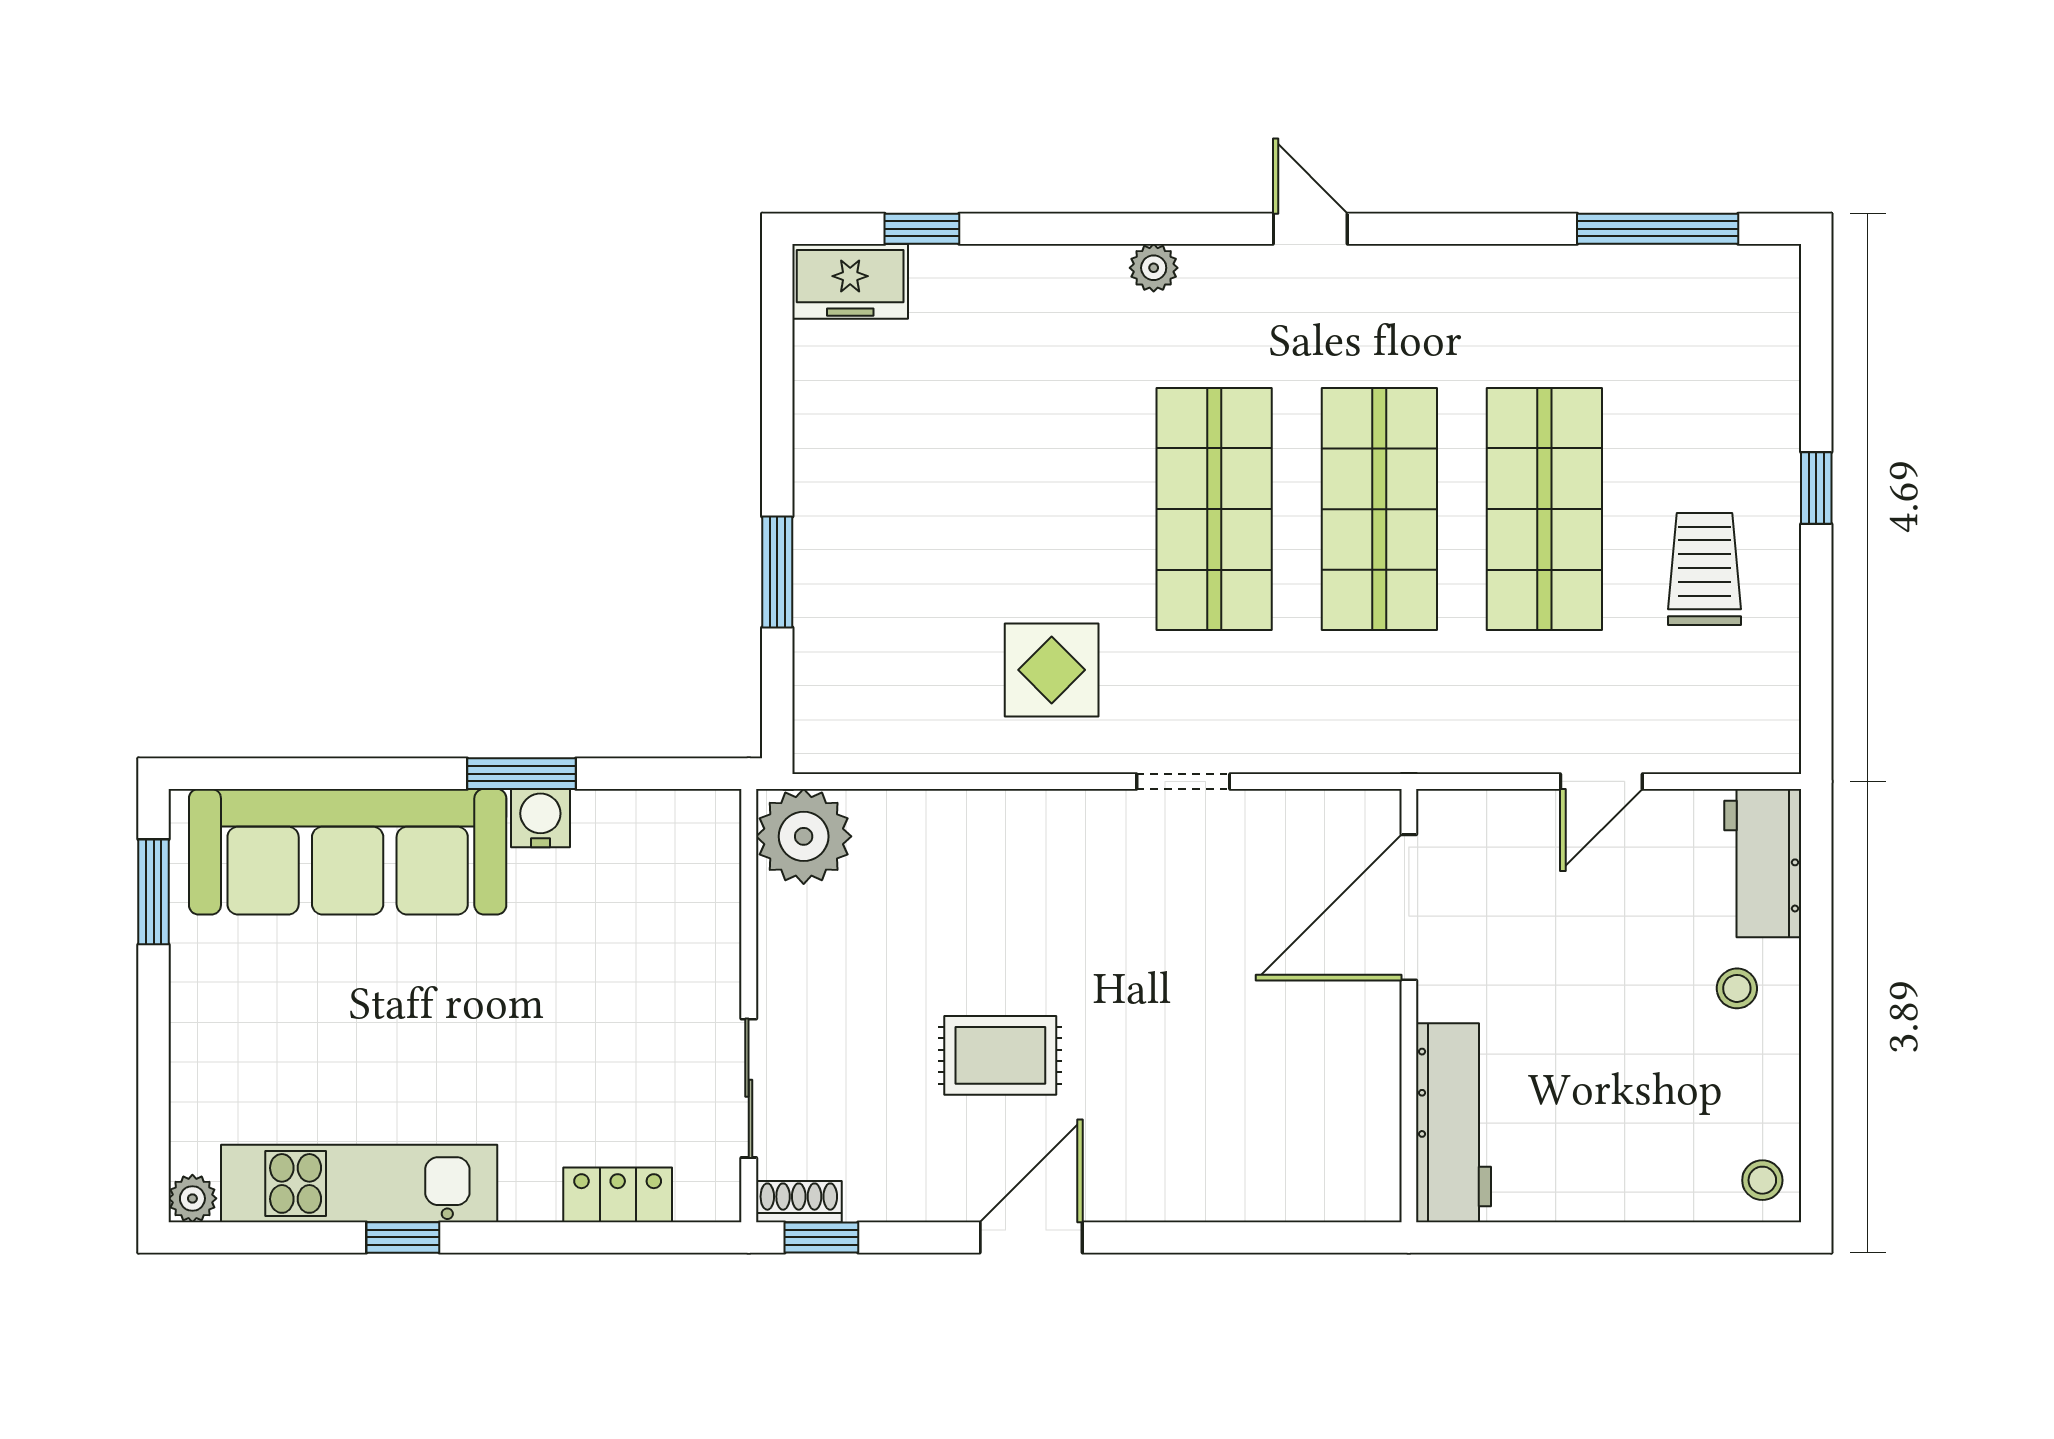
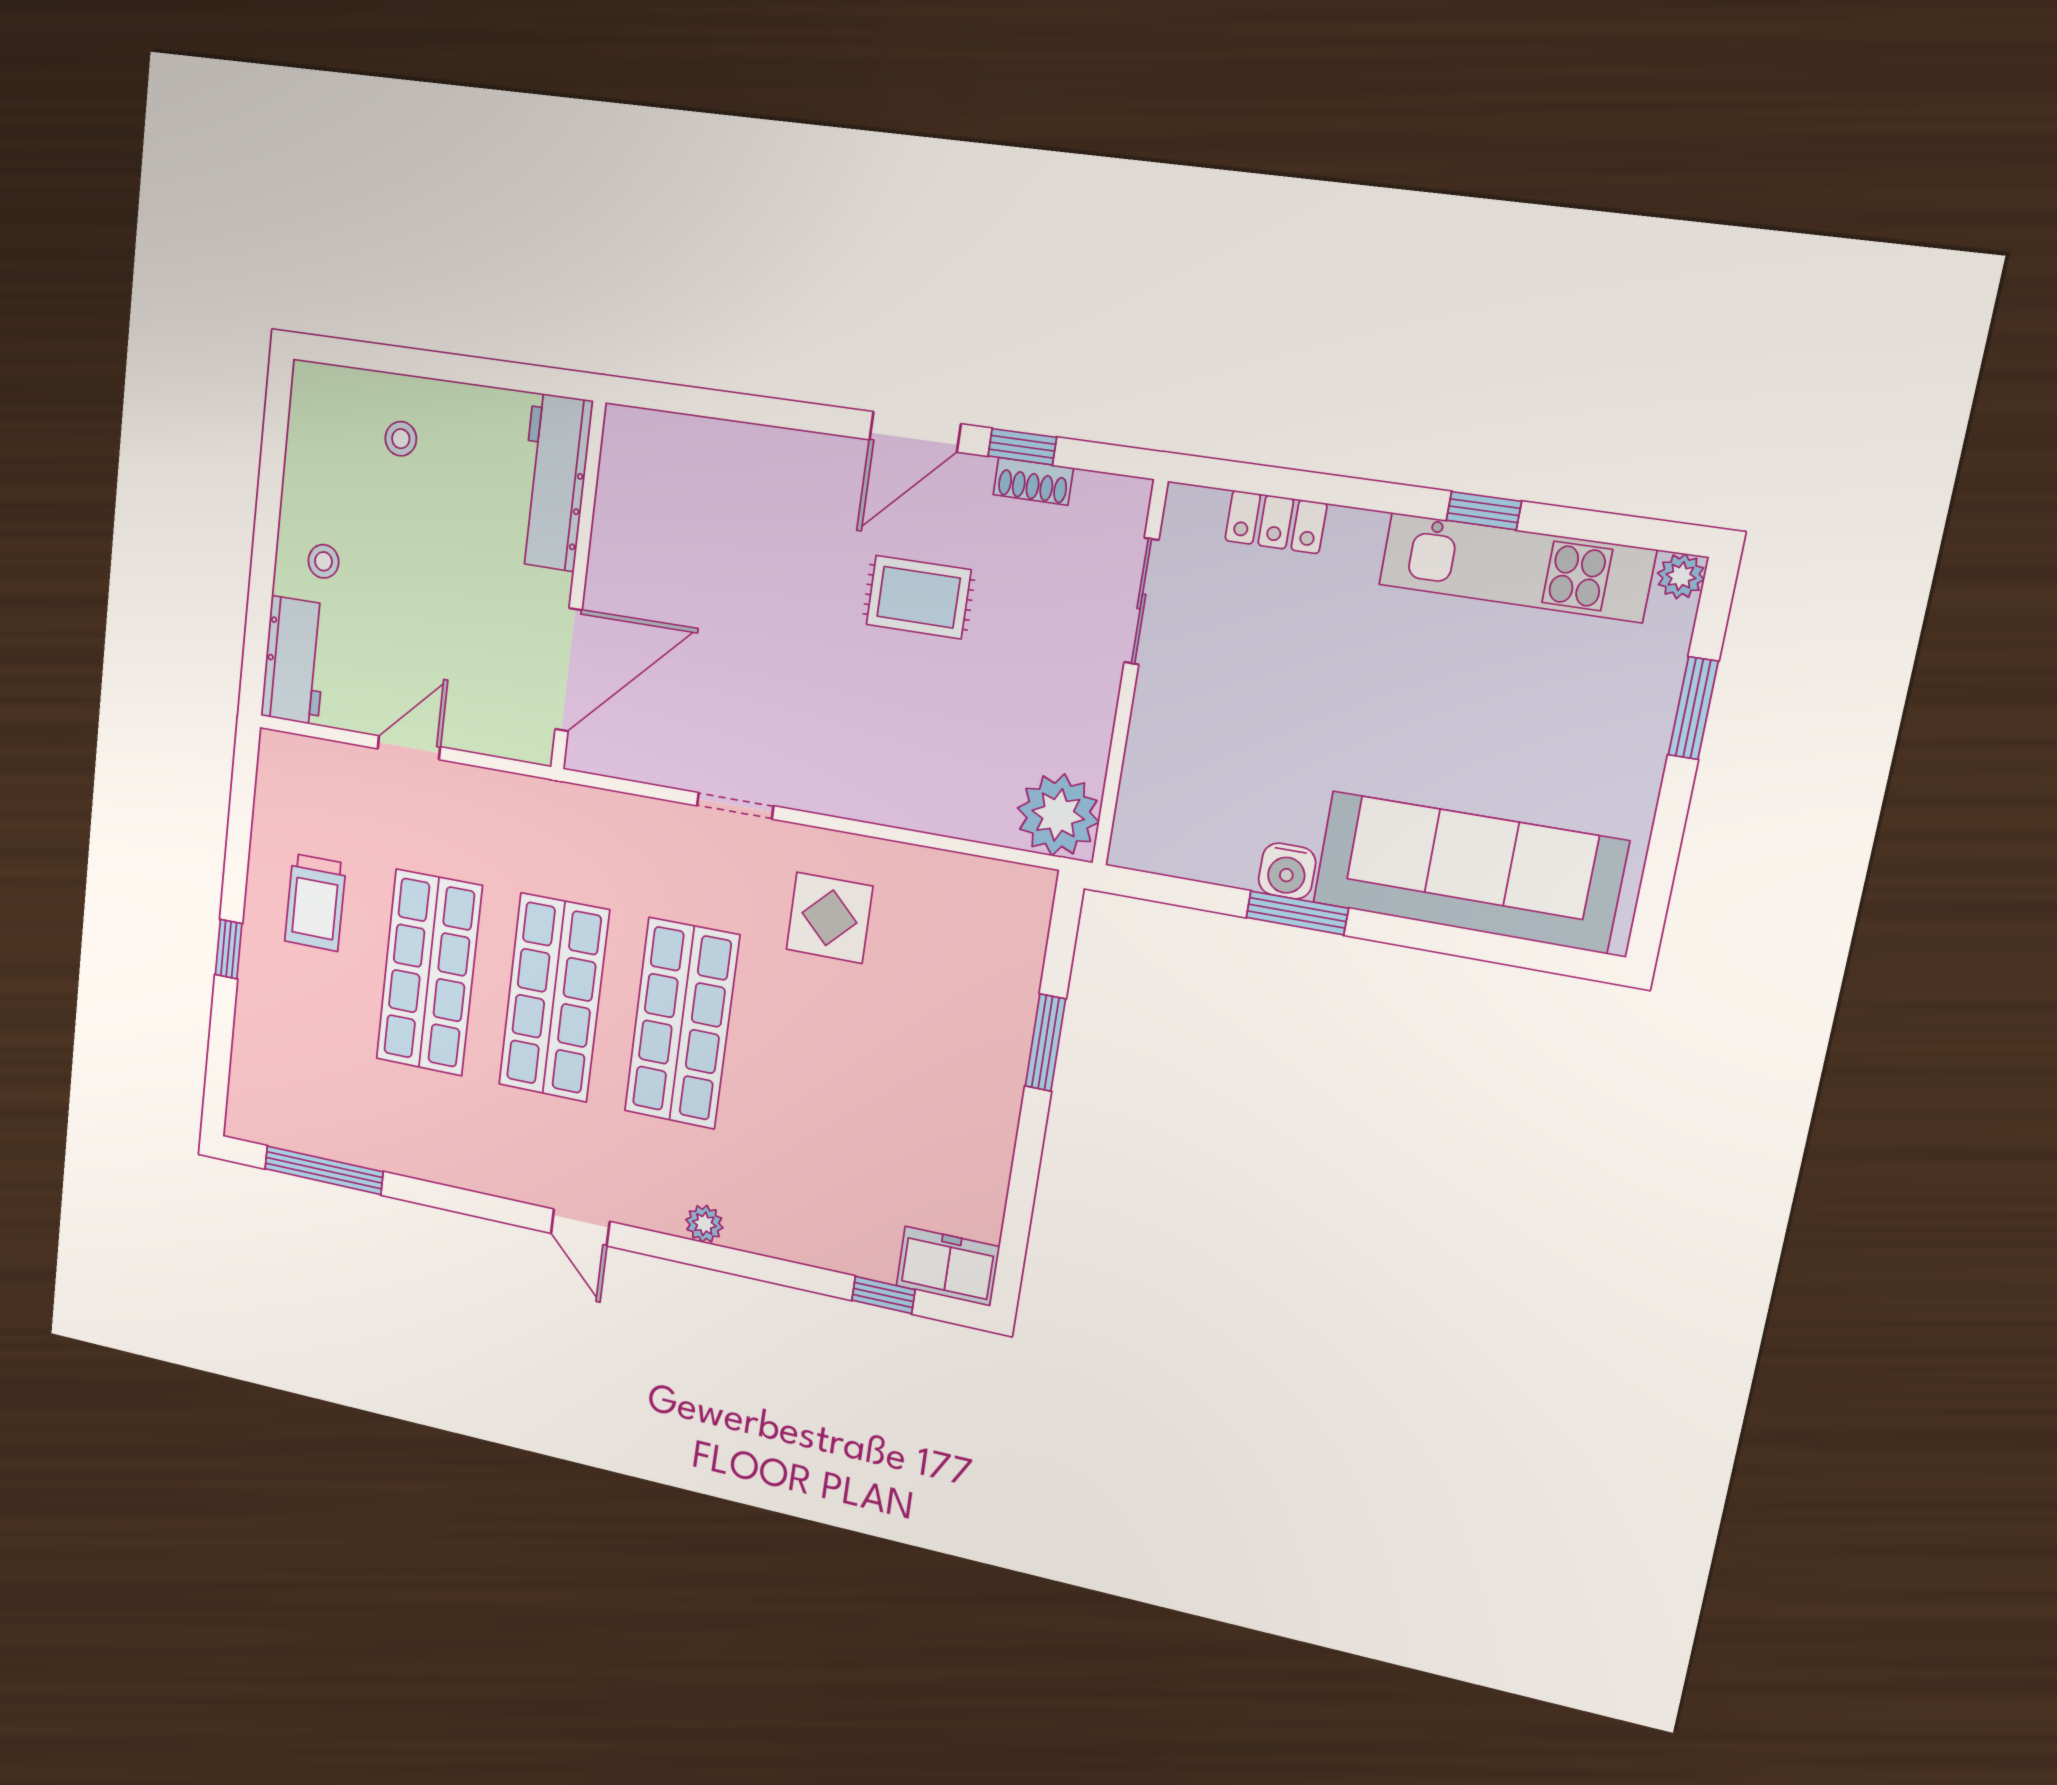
window: (154, 892) -> (1693, 708), moved
stool: (1762, 1180) -> (401, 439), moved
shoe rack: (799, 1202) -> (1033, 481), moved
window: (821, 1237) -> (1022, 447), moved

